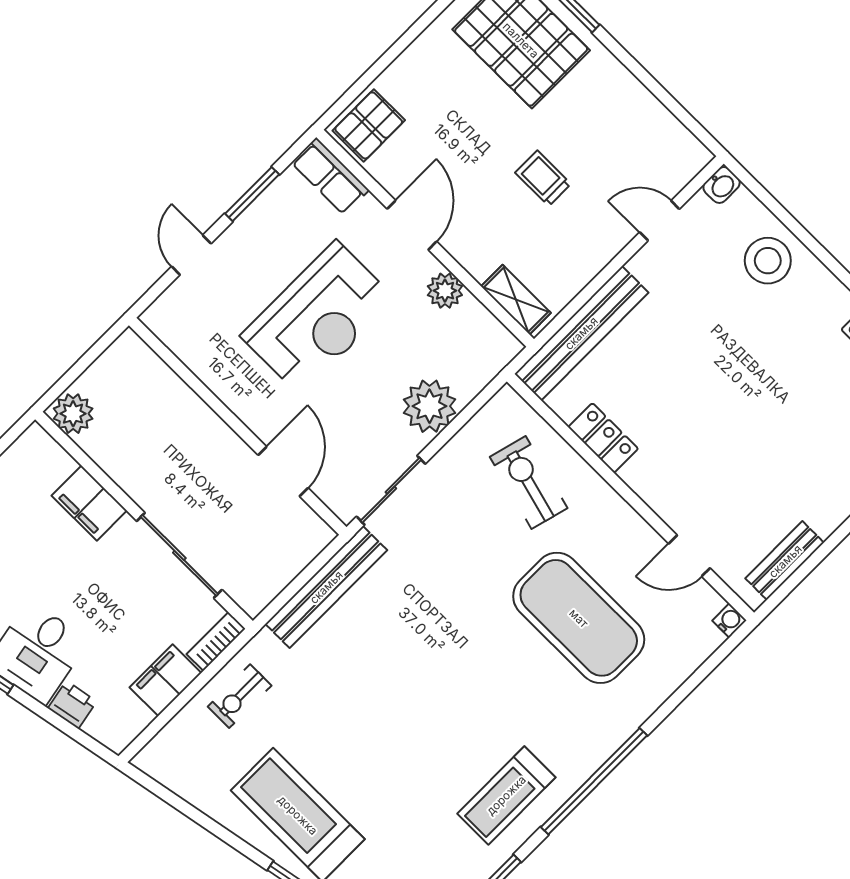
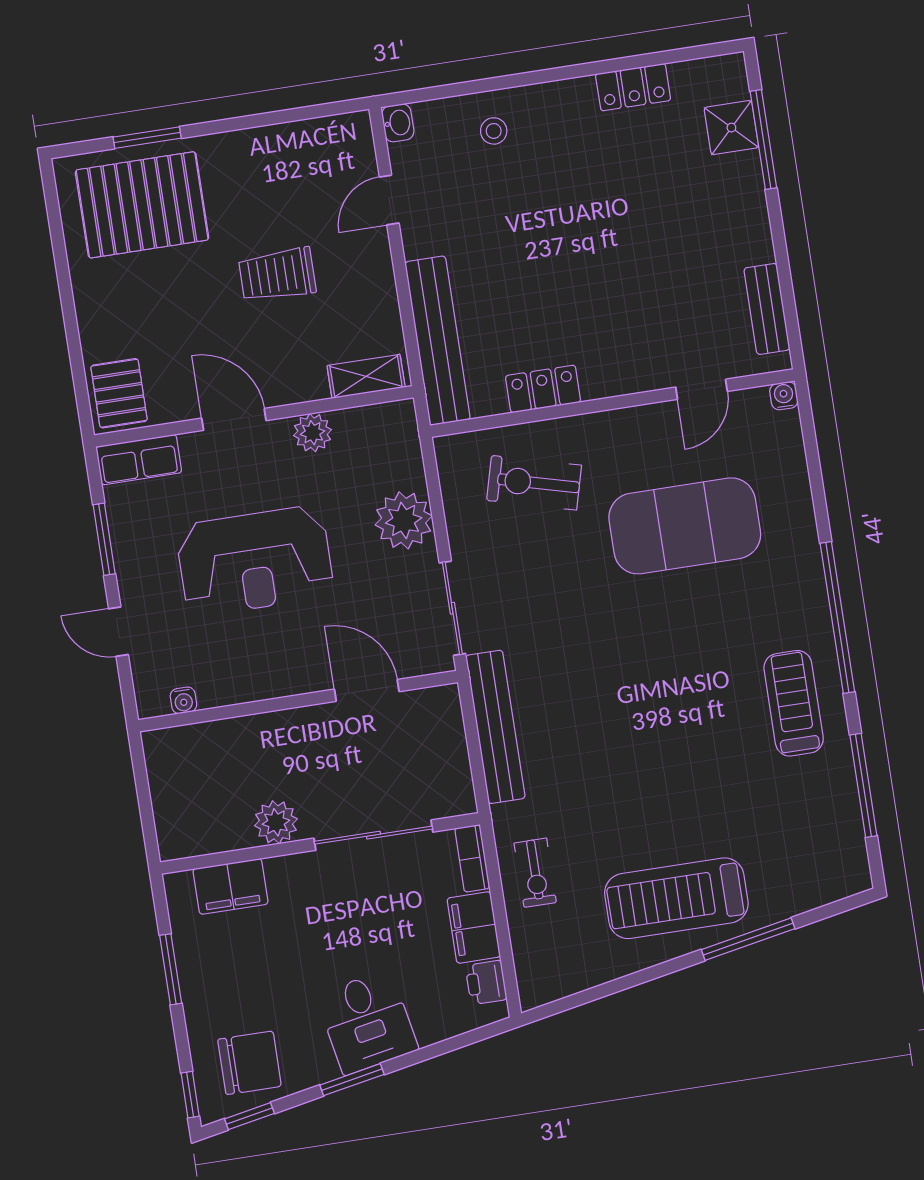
trolley: (543, 178) -> (277, 275), width x1.36, depth x1.39
stool: (768, 261) -> (494, 131), width x0.53, depth x0.53
reception desk: (318, 318) -> (255, 561), turned 90
water cooler: (176, 341) -> (183, 700), added
plant: (73, 414) -> (276, 822), moved
filing cabinet: (89, 503) -> (231, 886), moved
printer: (72, 705) -> (486, 982), moved, turned -79
treadmill: (506, 795) -> (794, 703), turned 180

